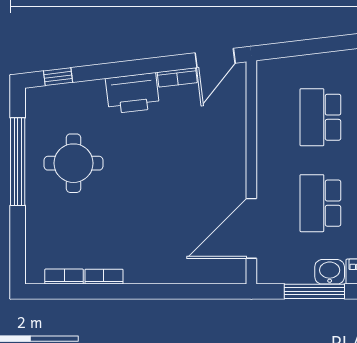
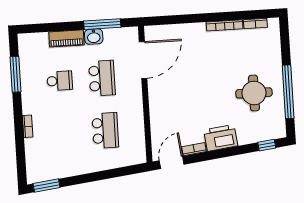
bookcase: (104, 277) -> (225, 25), width x1.56

